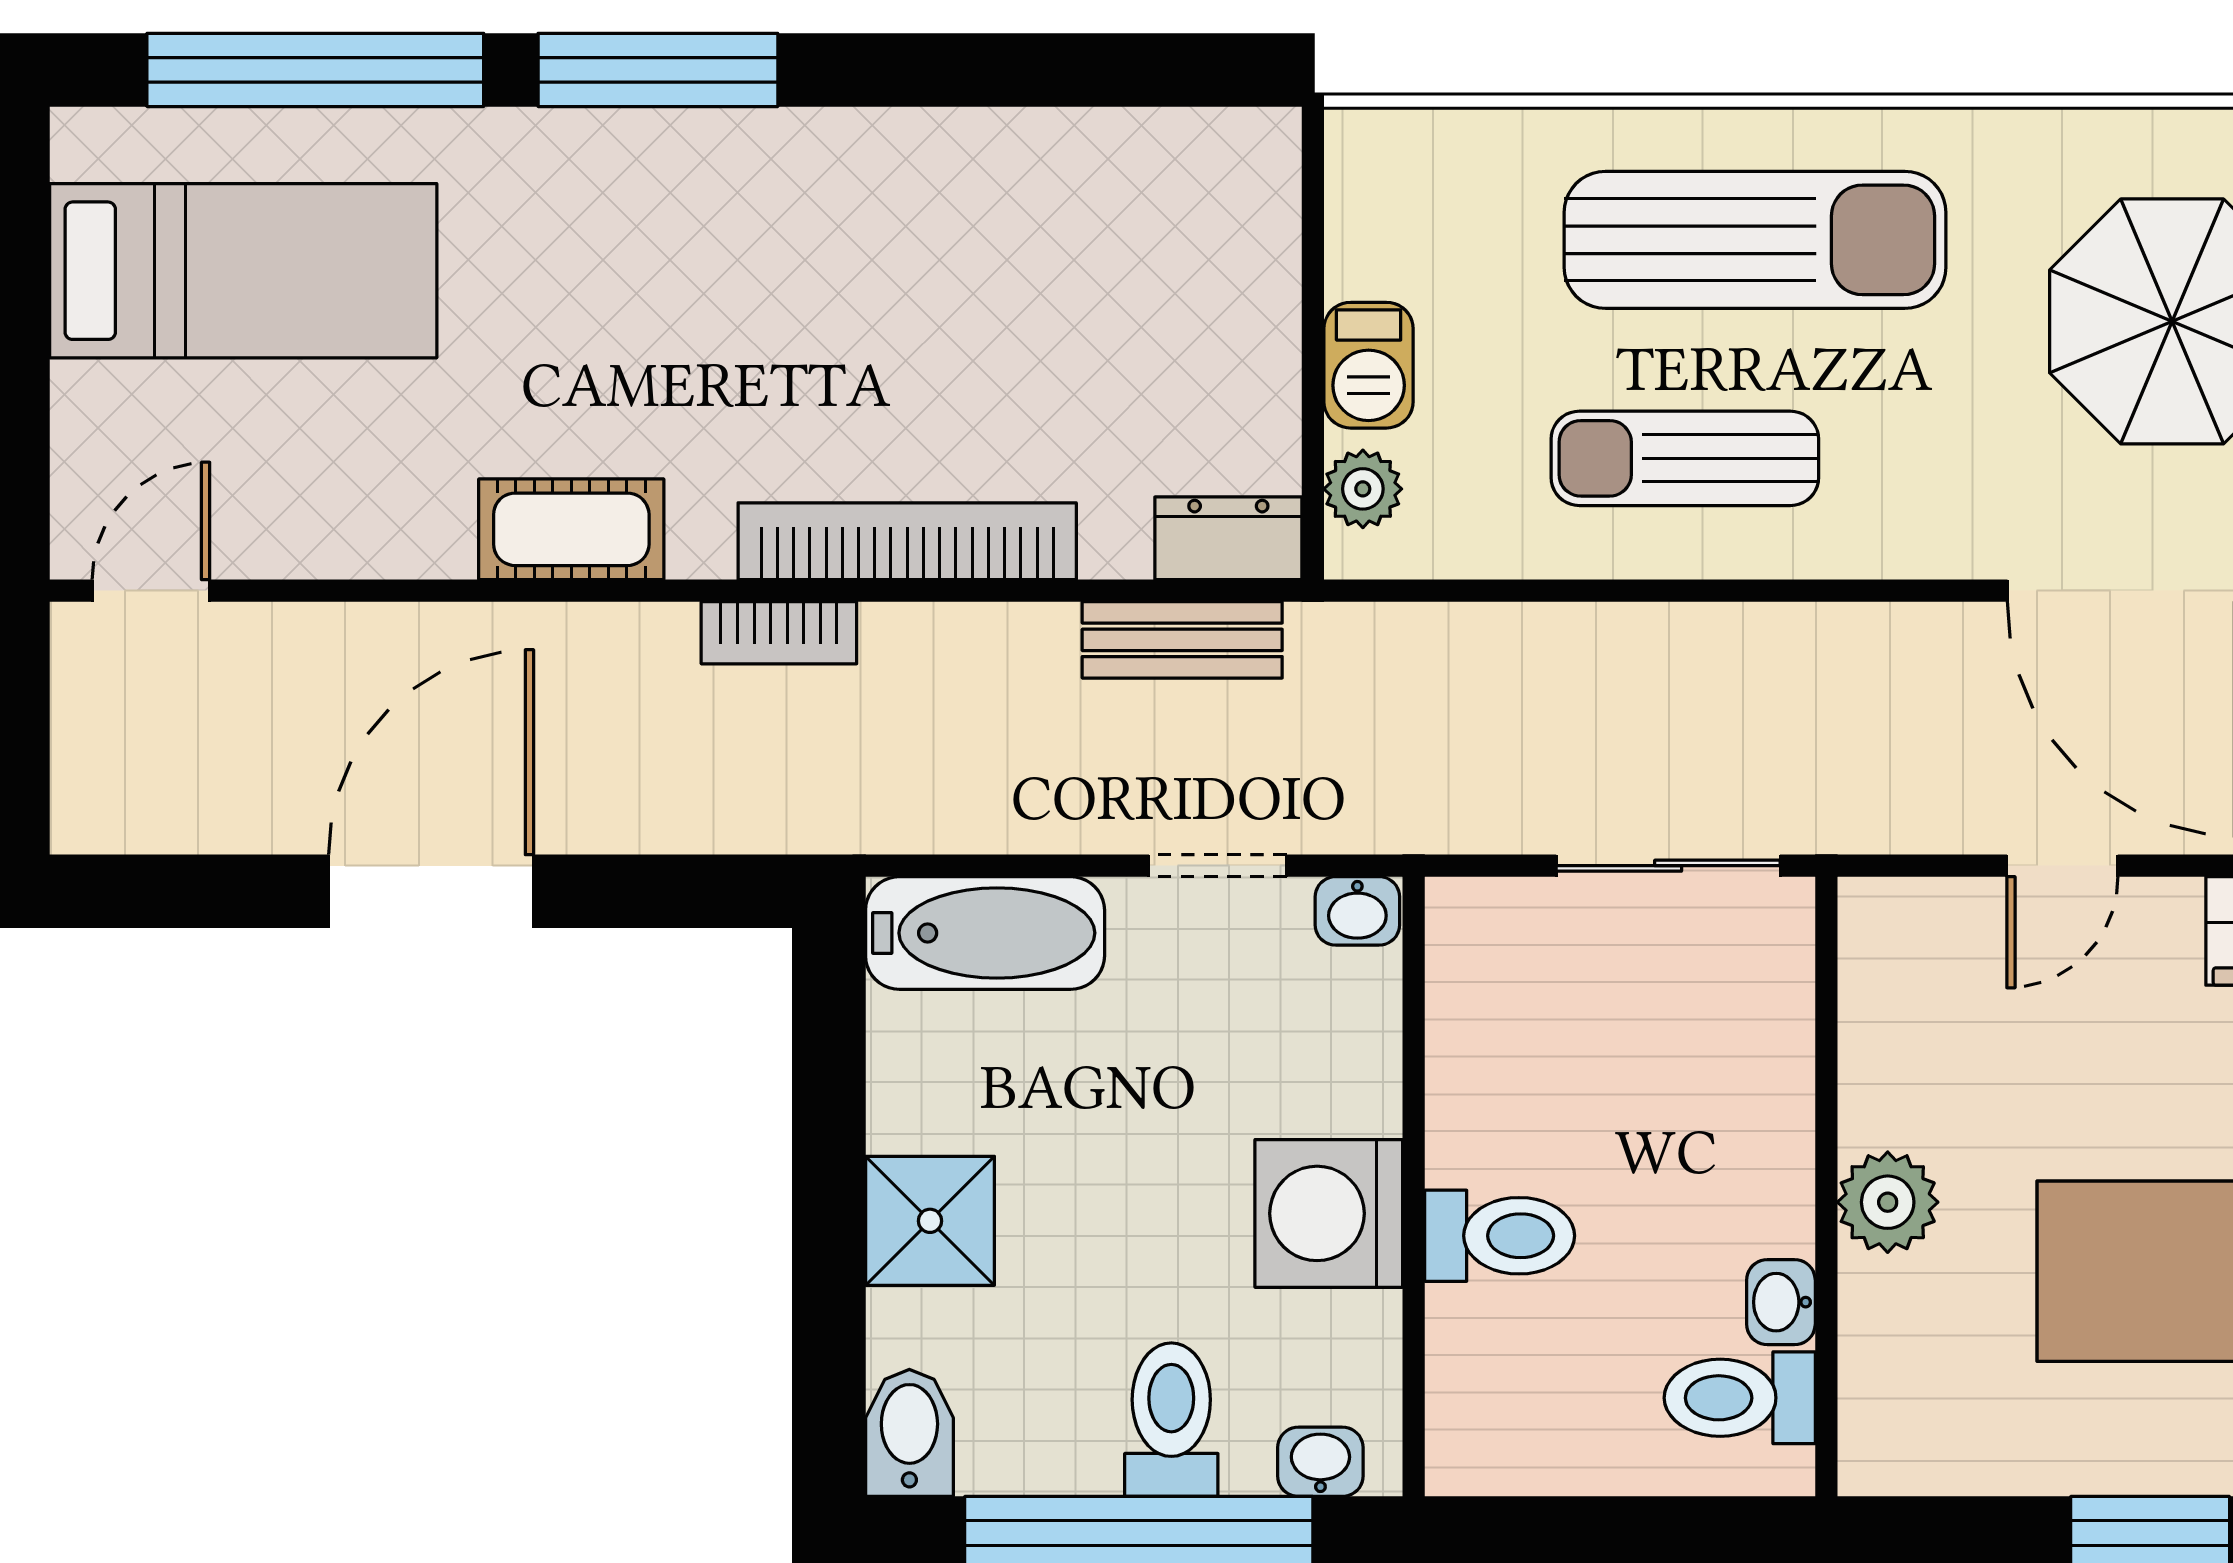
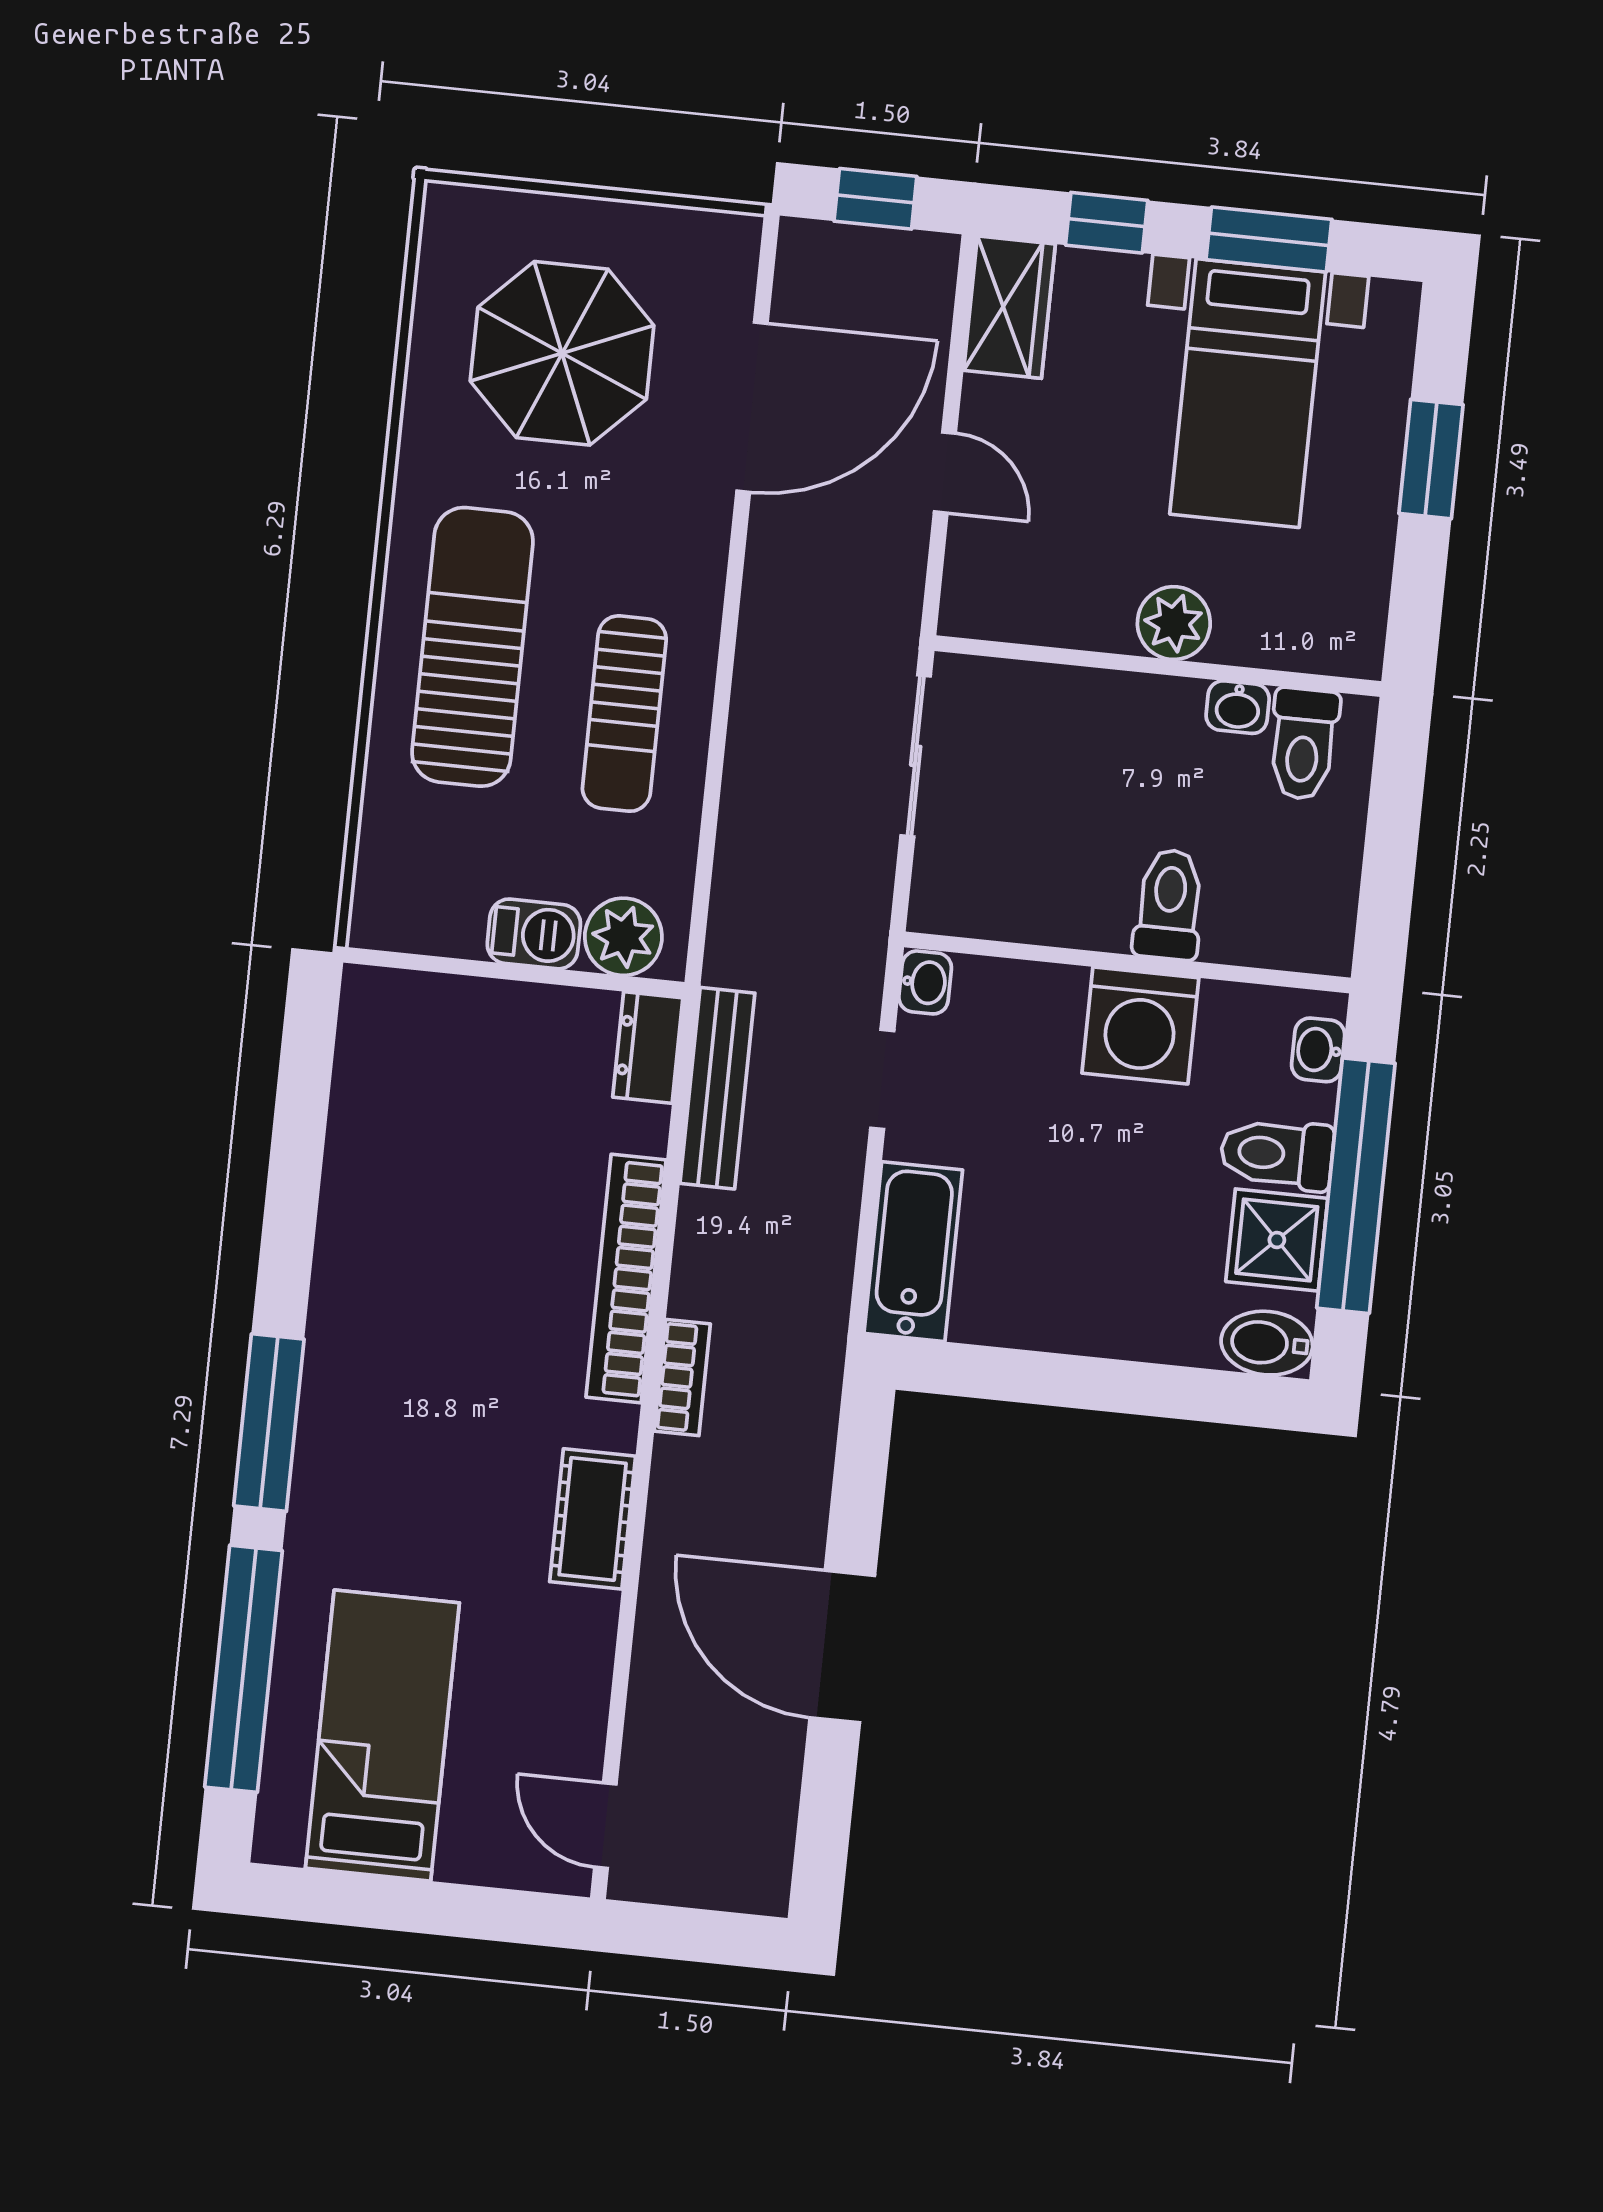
plant: (1363, 489) -> (623, 937), width x1.38, depth x1.38
bench: (1182, 640) -> (717, 1088), width x1.36
shower: (930, 1221) -> (1277, 1240), moved

